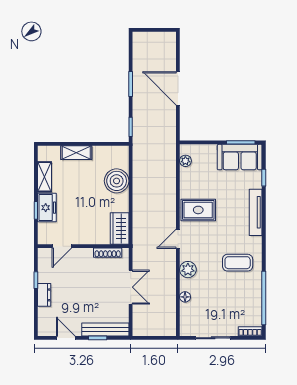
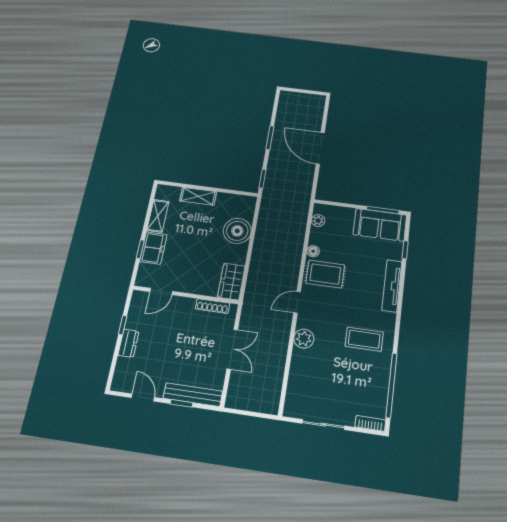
floor lamp: (185, 297) -> (313, 251), moved

